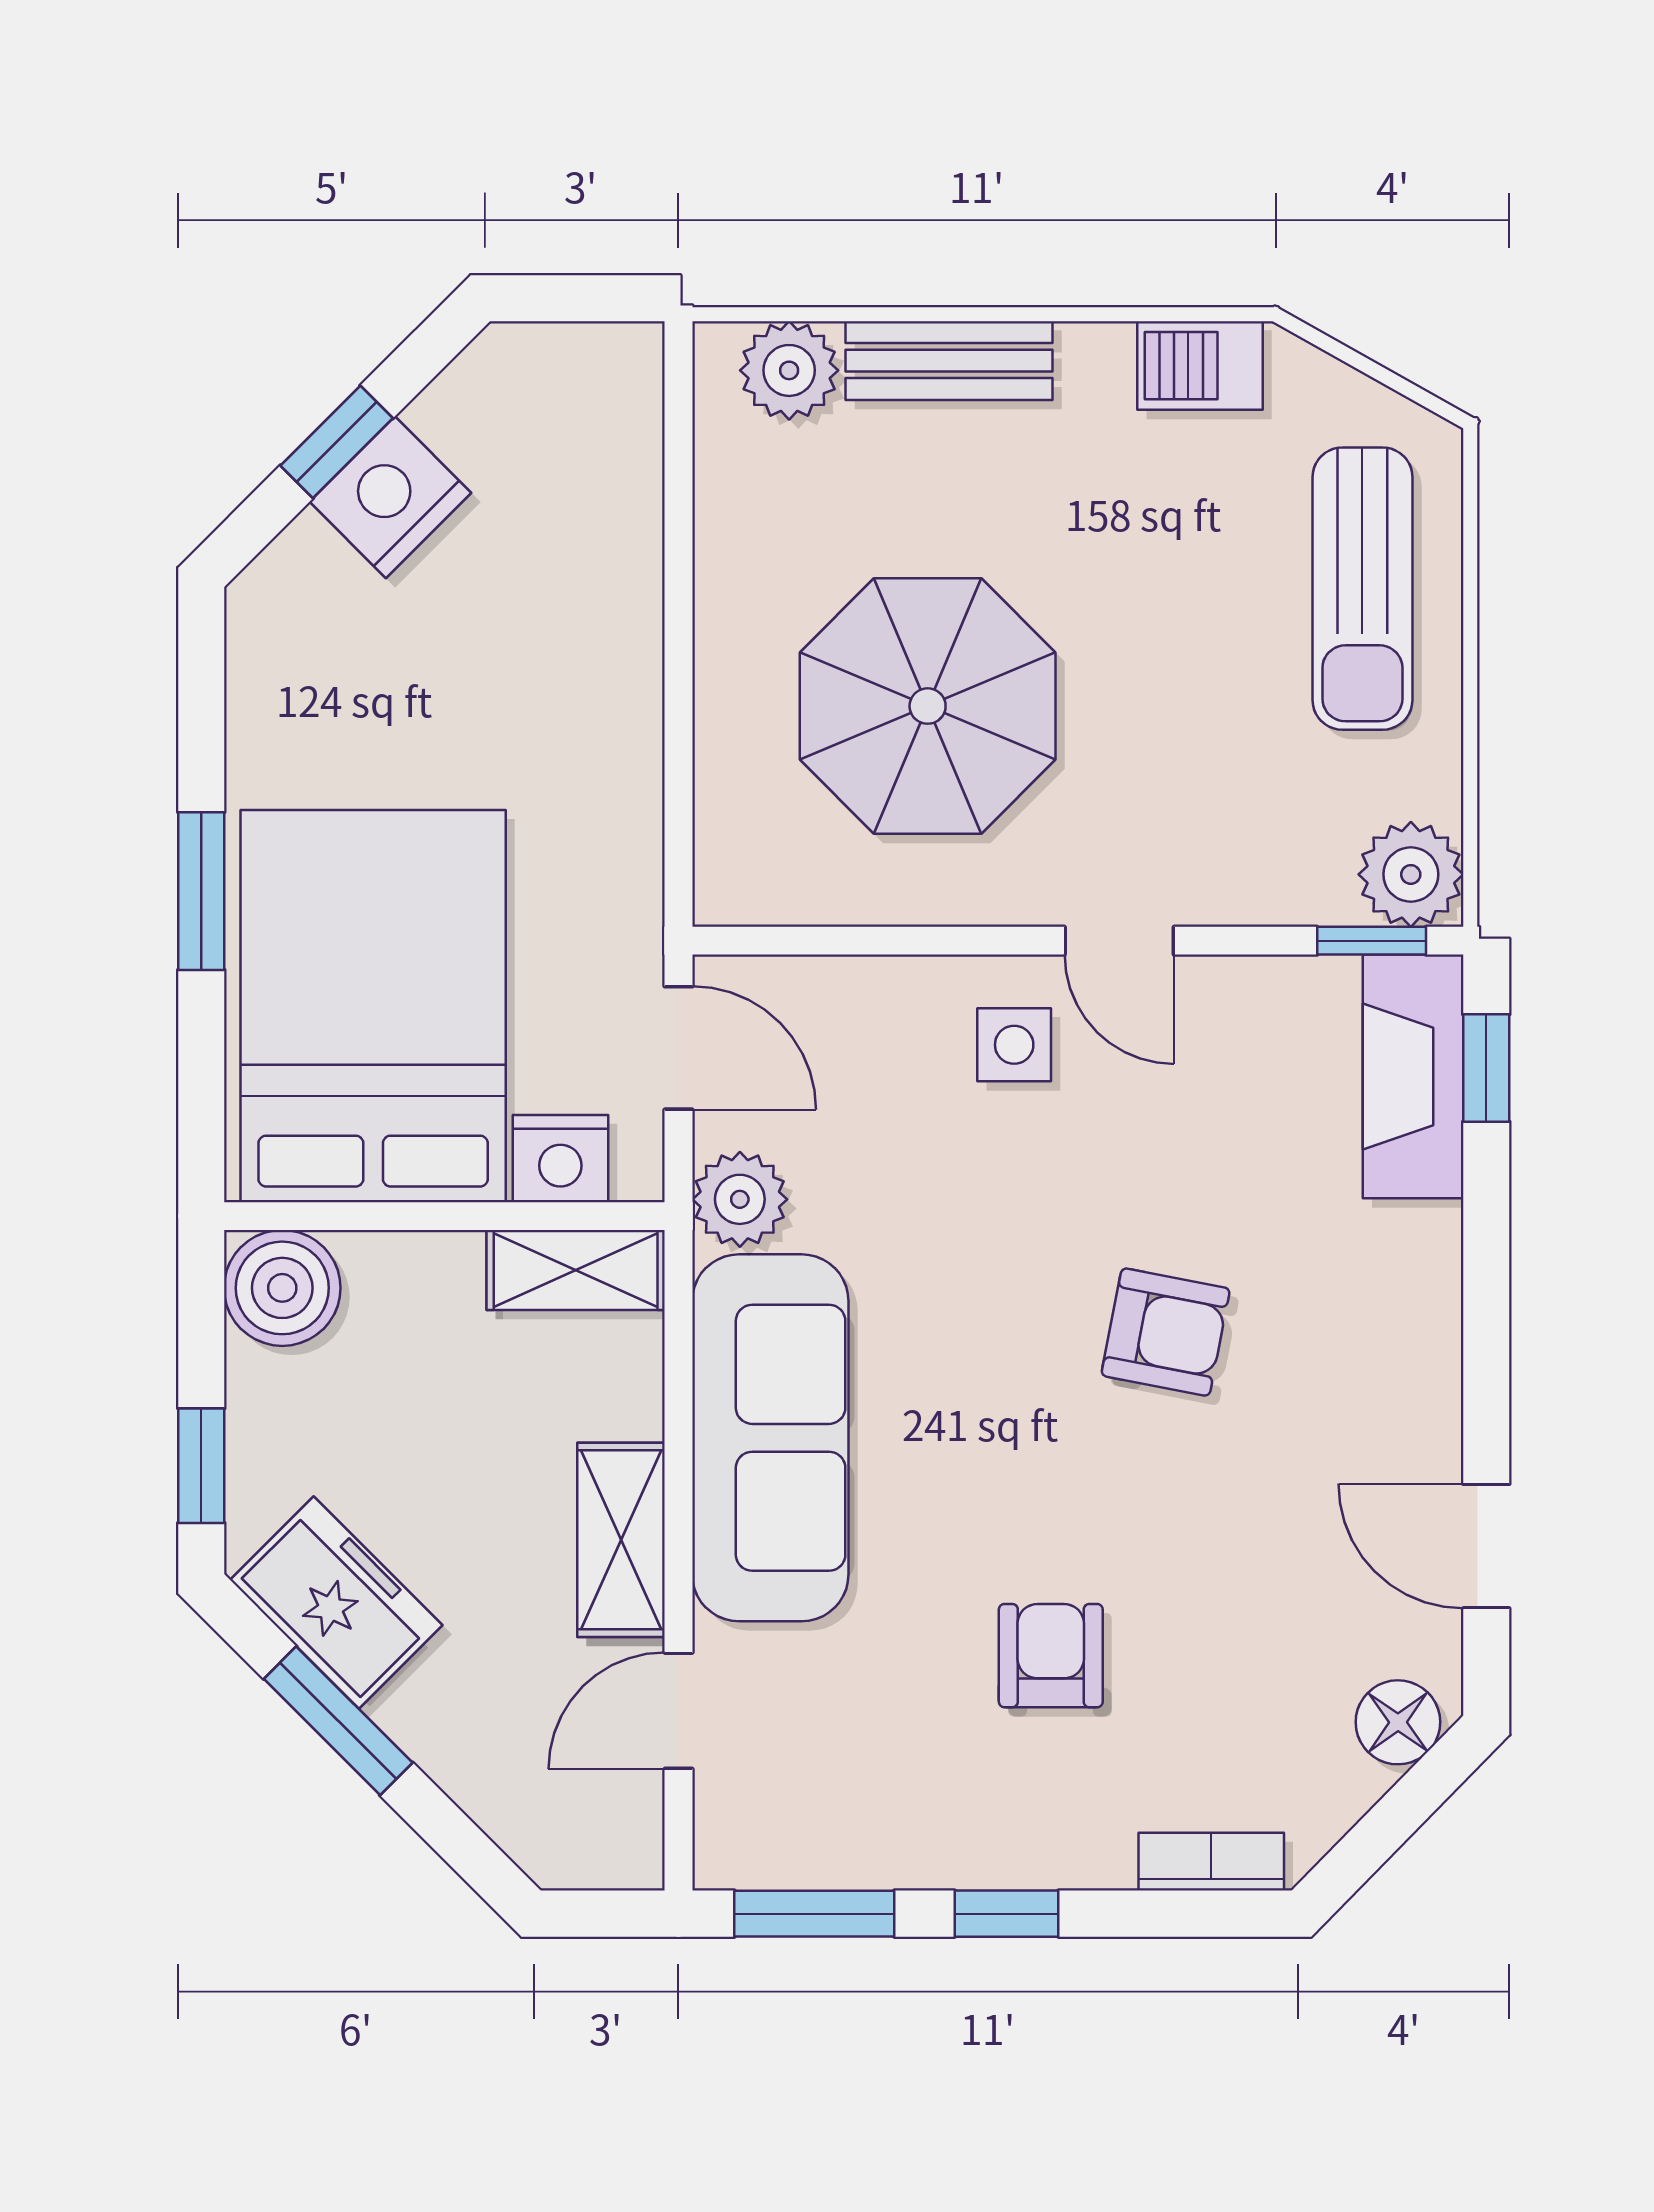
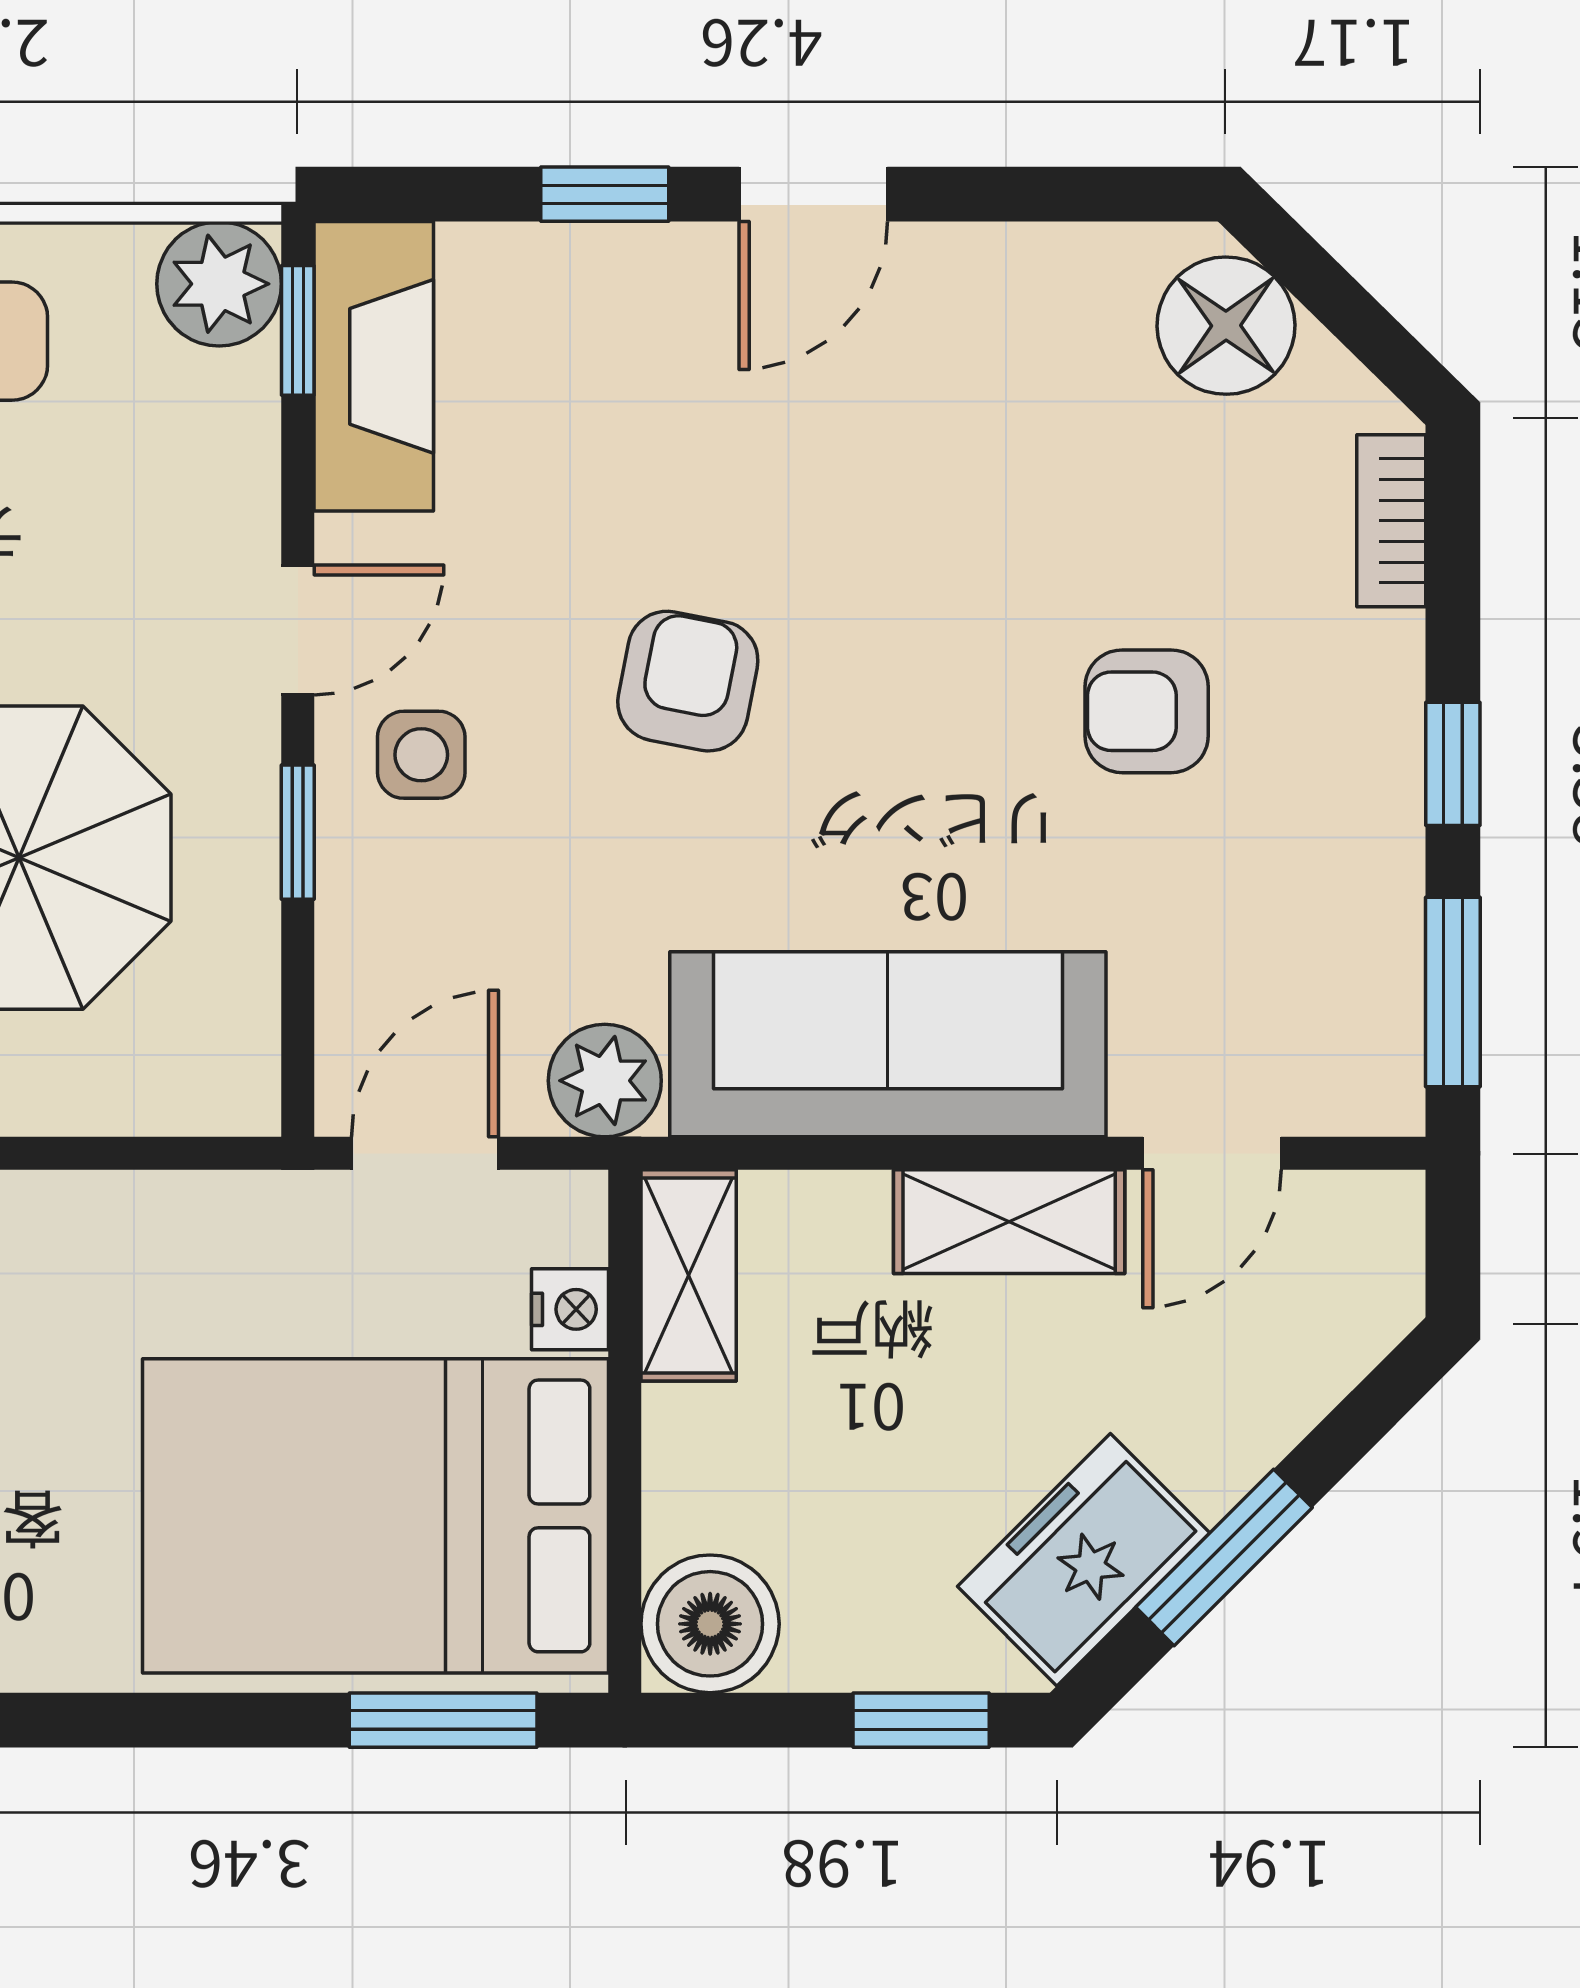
window: (201, 891) -> (443, 1720), moved
window: (949, 941) -> (298, 832), added
window: (1486, 1068) -> (605, 194), moved
fireplace: (1413, 1076) -> (374, 366), moved, turned -90
nightstand: (560, 1159) -> (570, 1309), width x0.72, depth x0.74
armchair: (1166, 1332) -> (688, 681), moved
door: (1486, 1546) -> (813, 194), moved
door: (678, 1711) -> (1212, 1153), hinge flipped
floor lamp: (1398, 1722) -> (1226, 326), width x1.38, depth x1.38

